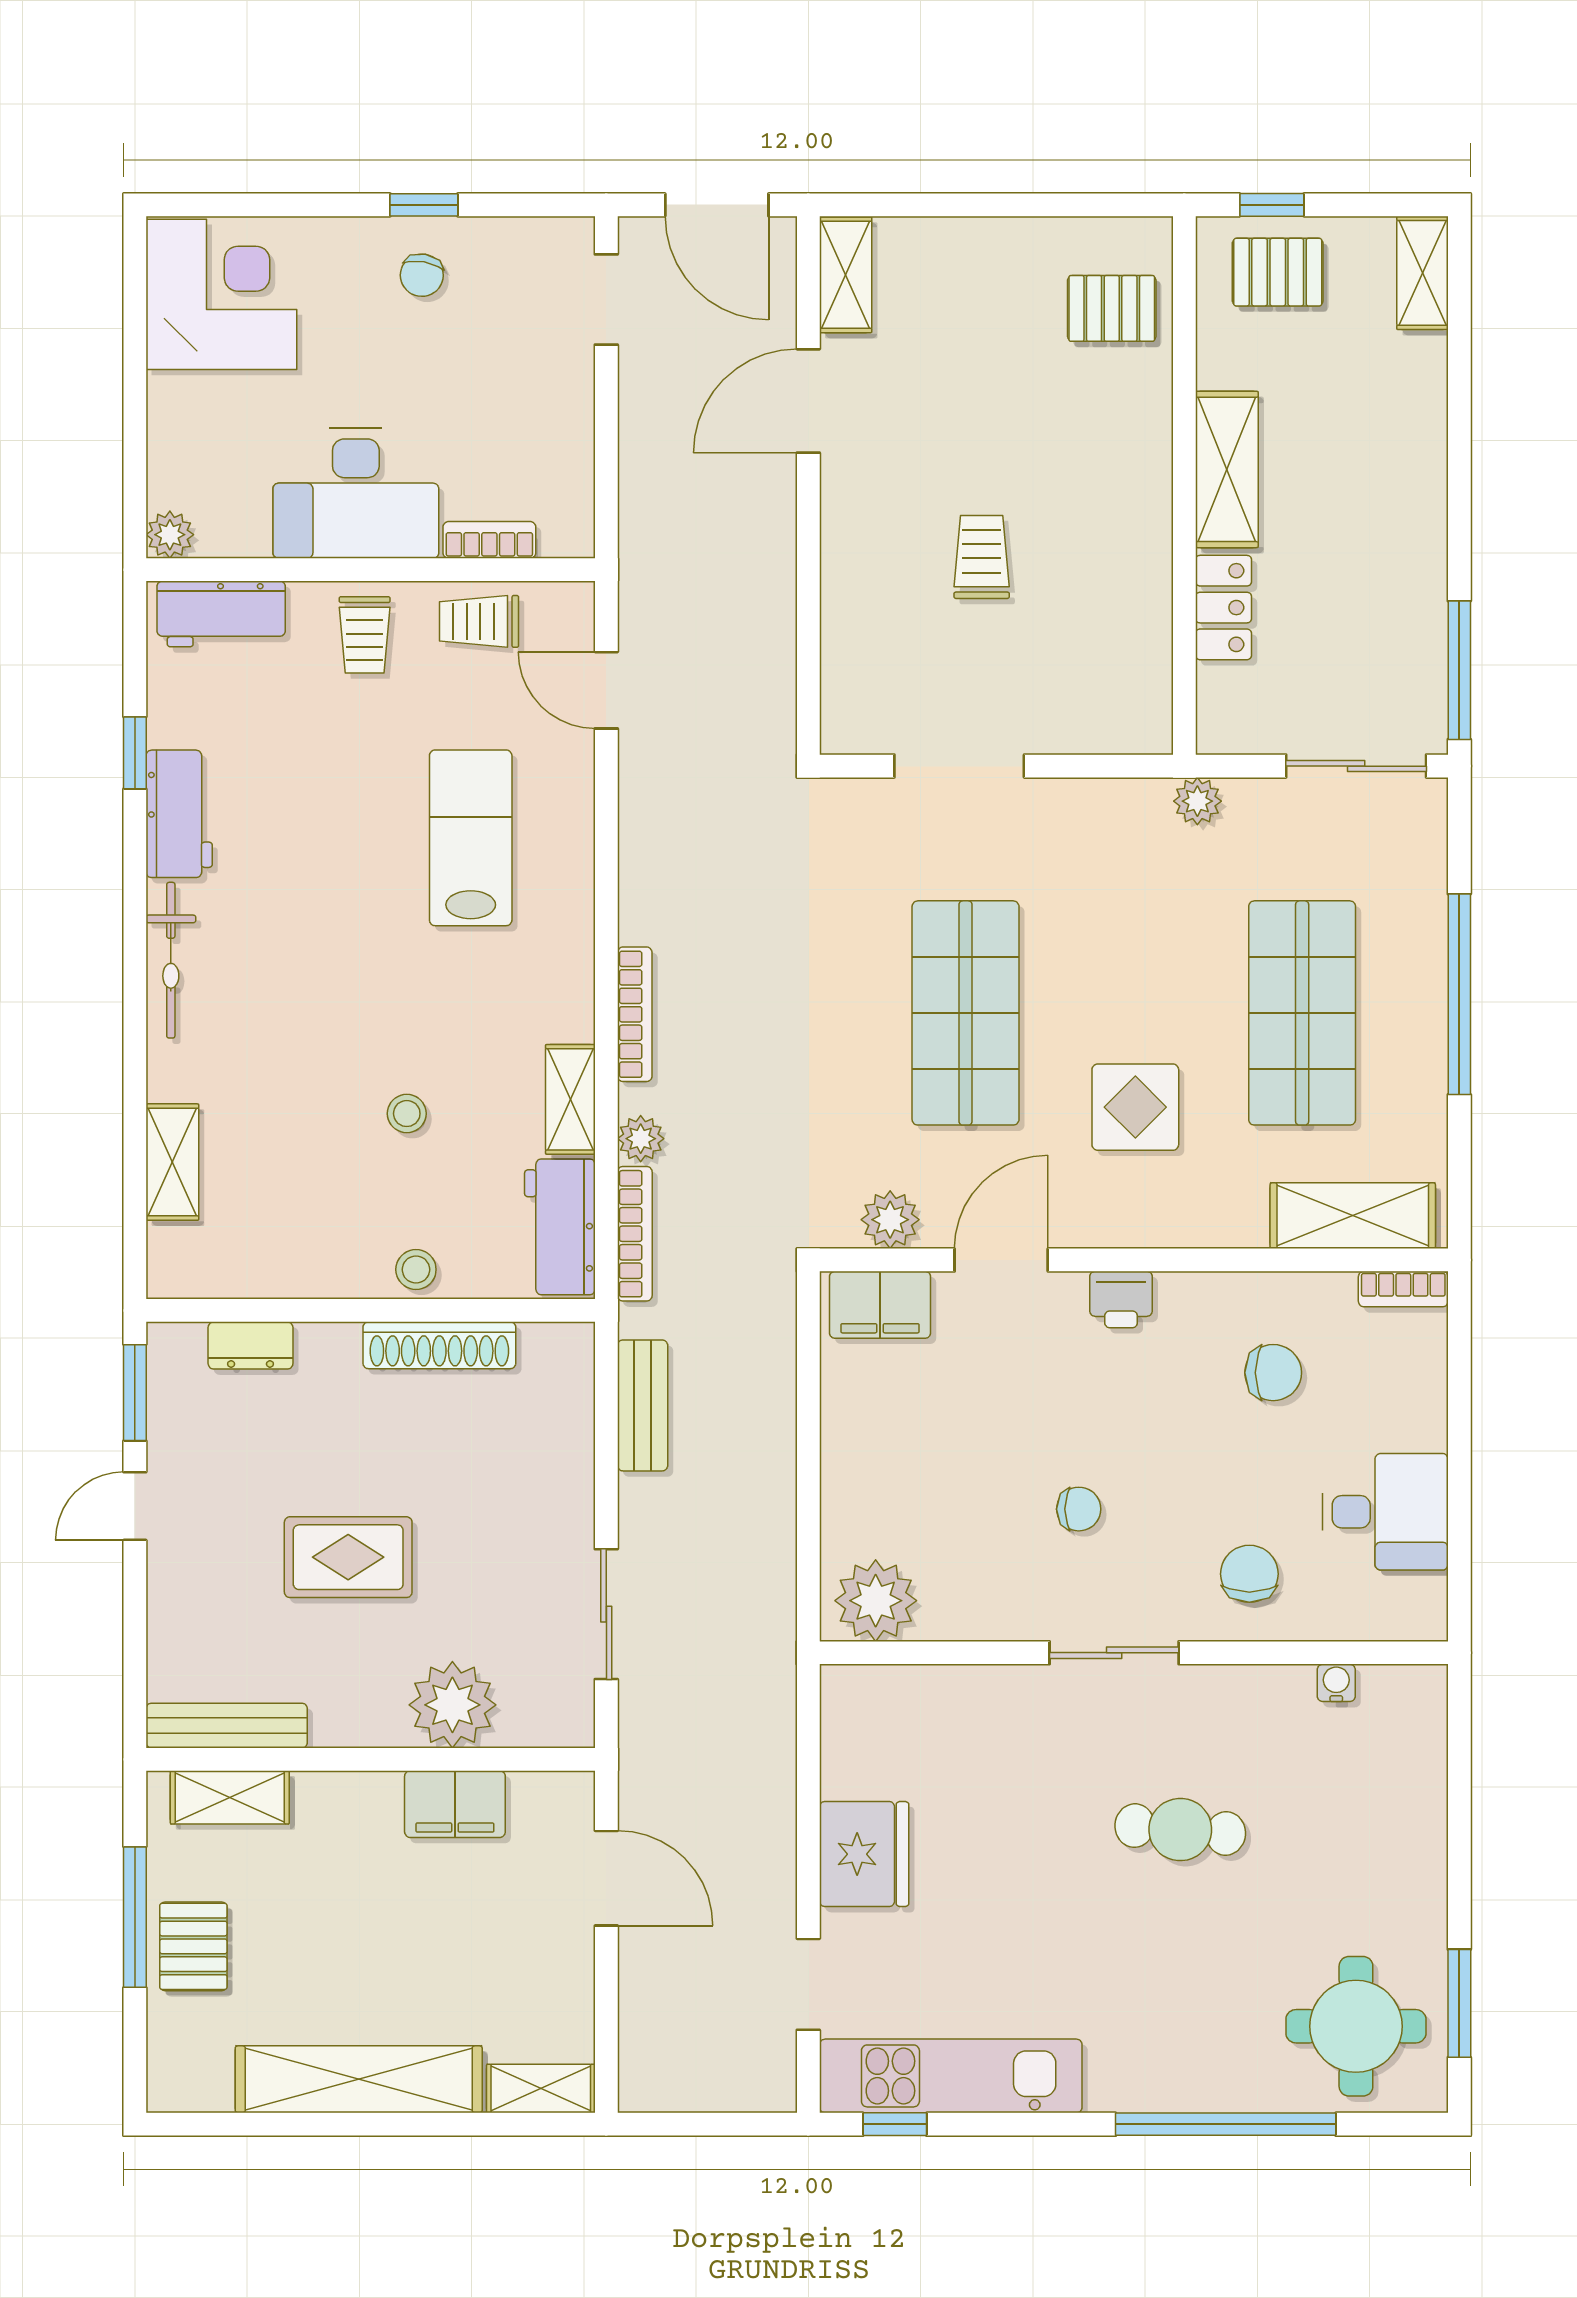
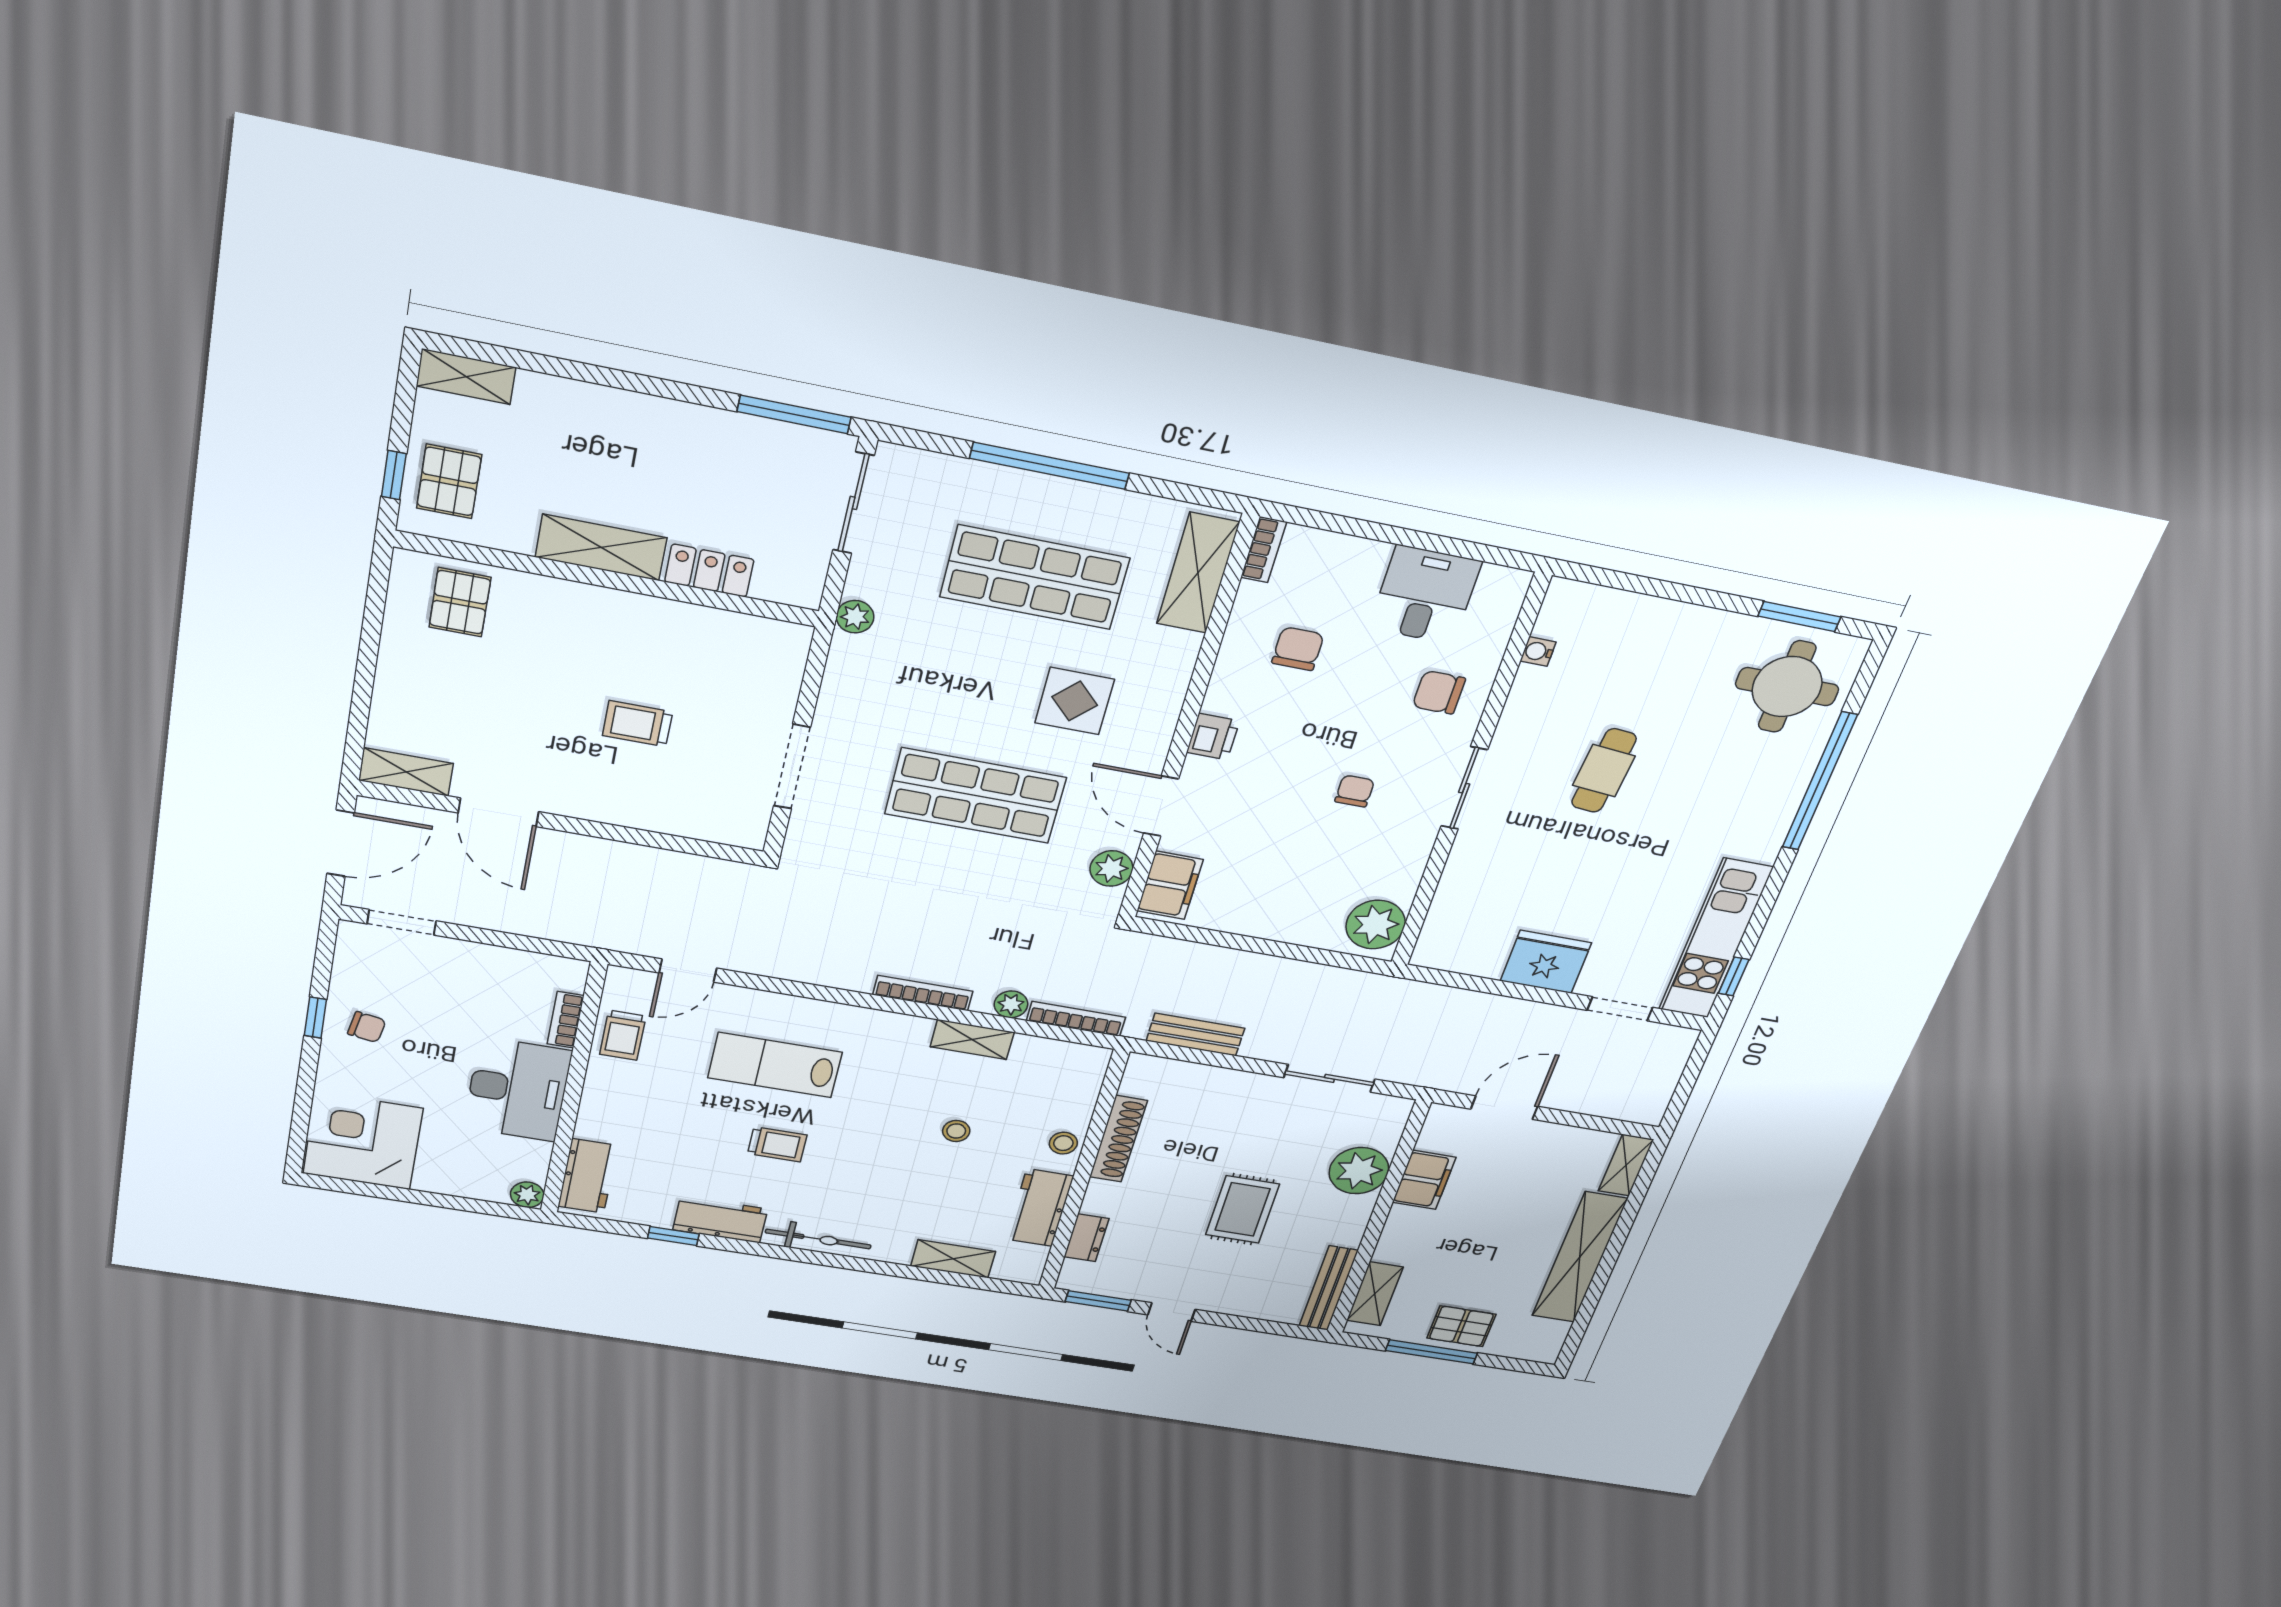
trolley: (365, 635) -> (777, 1144), moved
workbench: (560, 1227) -> (1039, 1208), moved, turned 90

